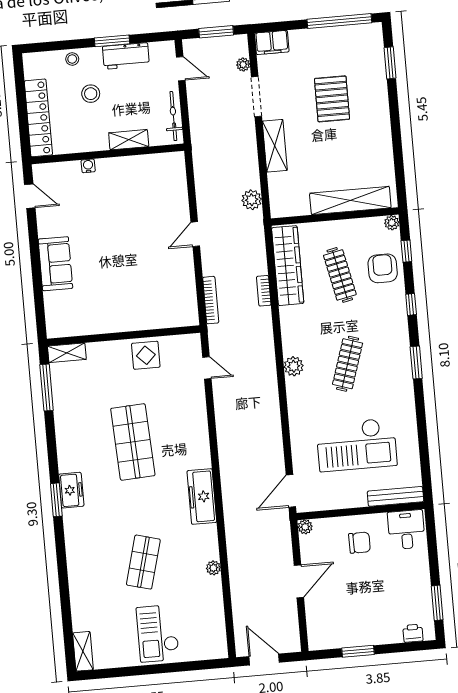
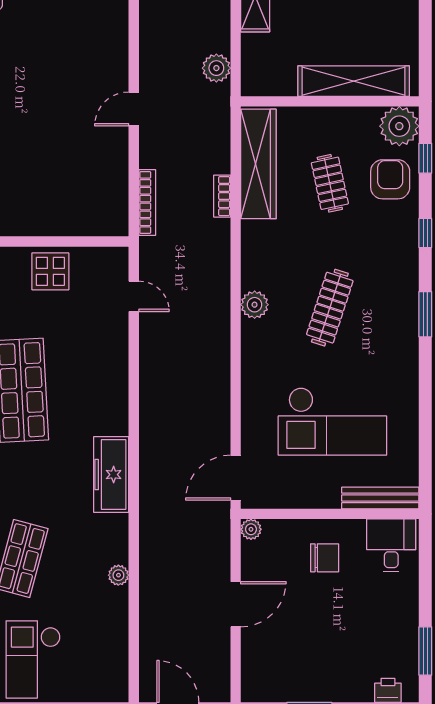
plant: (392, 223) -> (399, 126), width x1.88, depth x1.88
clothes rail: (340, 275) -> (330, 183), width x0.73

